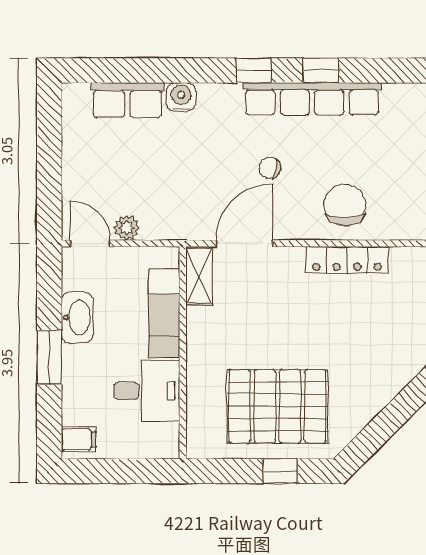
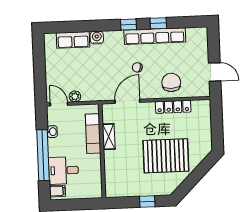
shelving: (199, 276) -> (109, 137), moved
washbasin: (77, 317) -> (52, 132), width x0.52, depth x0.69
window: (49, 357) -> (43, 155), width x2.11
desk: (147, 391) -> (64, 170), moved, turned 180
pallet: (277, 406) -> (166, 156), moved

